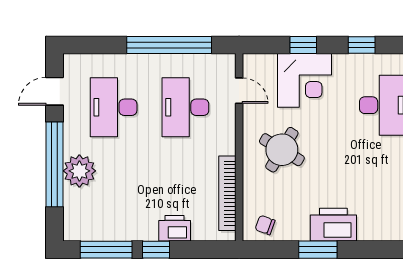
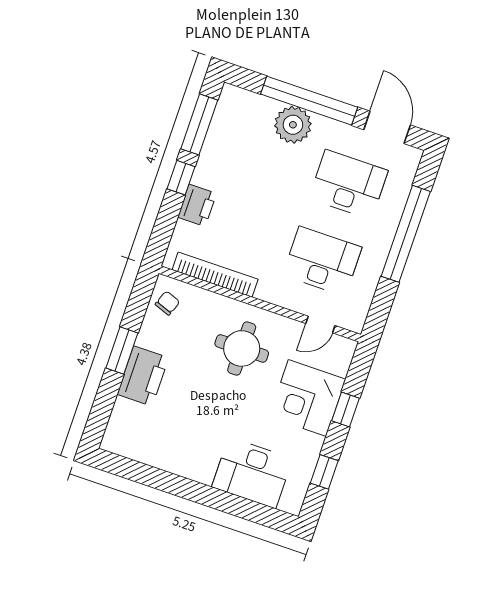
window: (169, 45) -> (406, 234), moved
door: (55, 91) -> (387, 127), width x1.38
round table: (282, 150) -> (242, 348), turned -31

